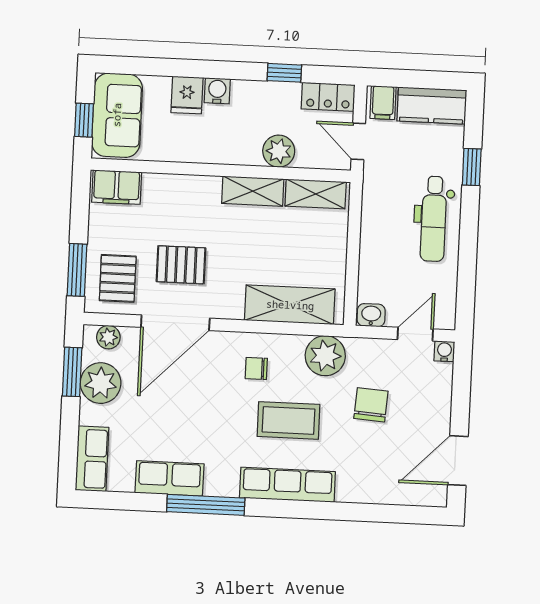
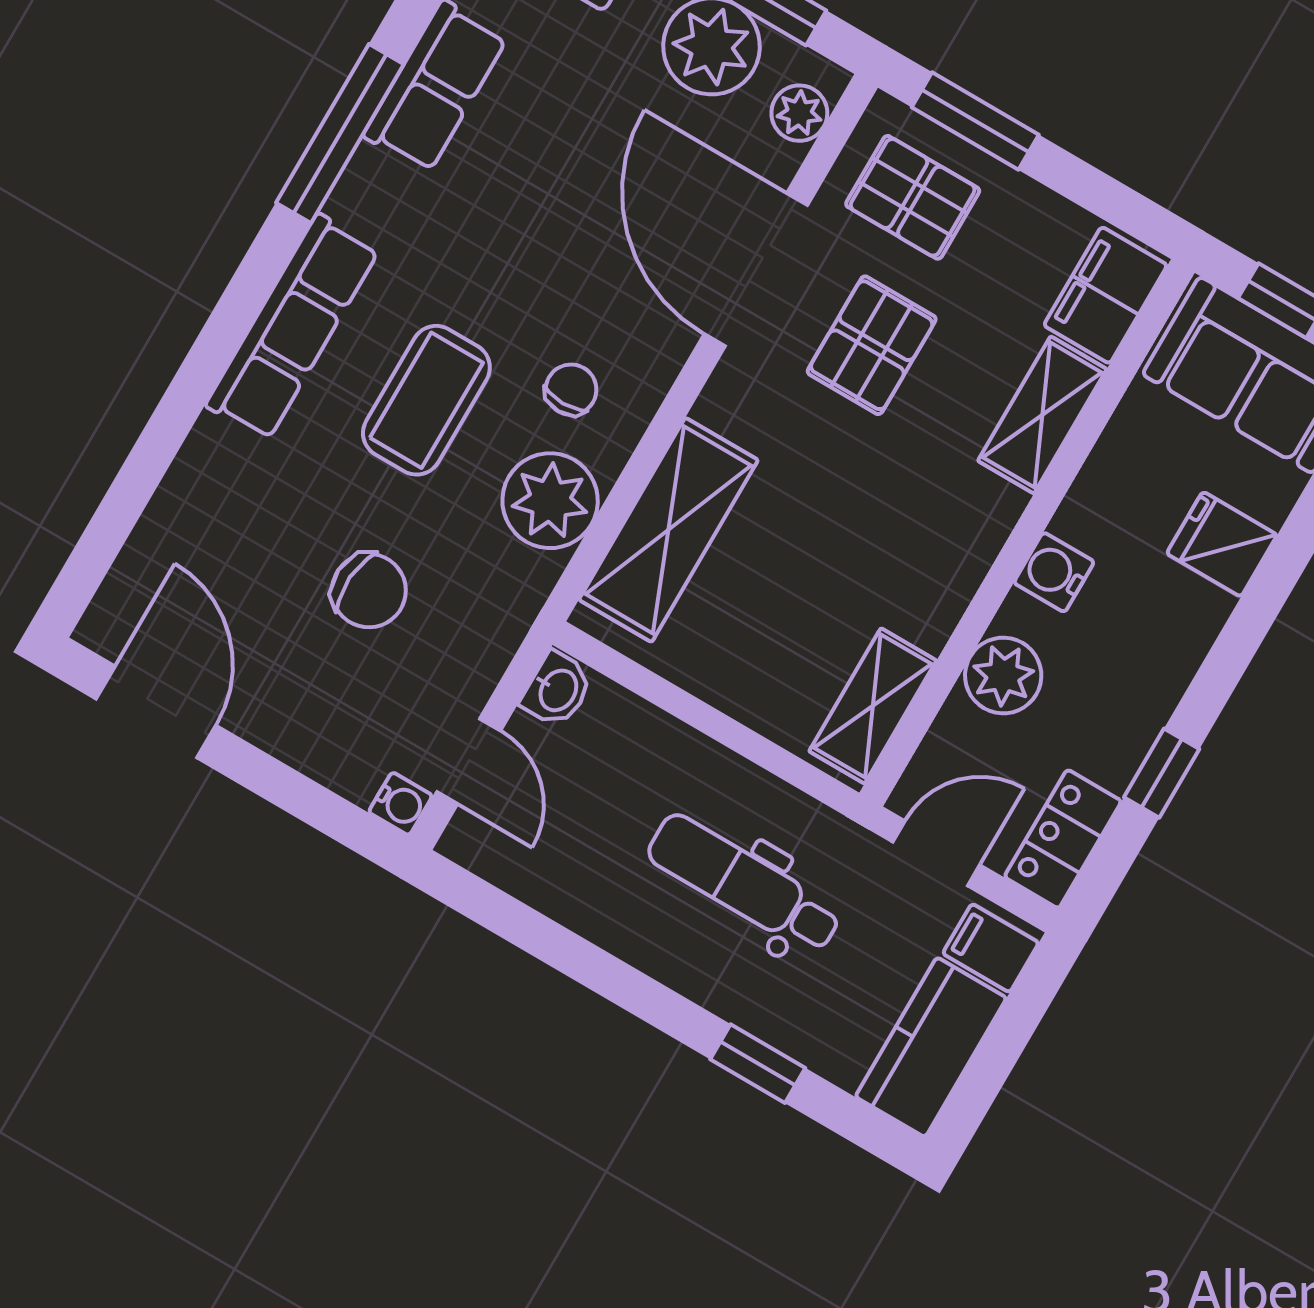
water cooler: (217, 91) -> (1054, 572), moved, turned 180
shelving: (253, 191) -> (1042, 415), moved
dental chair: (434, 219) -> (744, 884), moved
plant: (325, 356) -> (550, 501), moved

